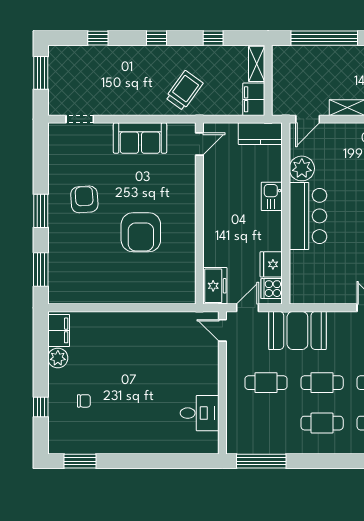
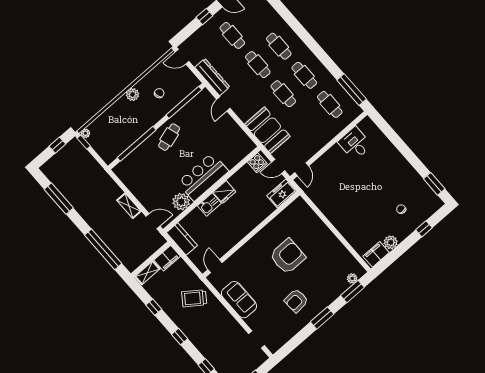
door: (199, 144) -> (215, 266), hinge flipped
fridge: (271, 264) -> (224, 192), moved
plant: (55, 281) -> (352, 278), added
cafe table: (266, 383) -> (330, 104), moved

